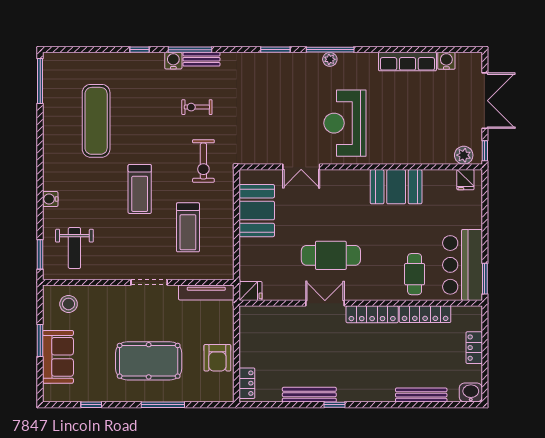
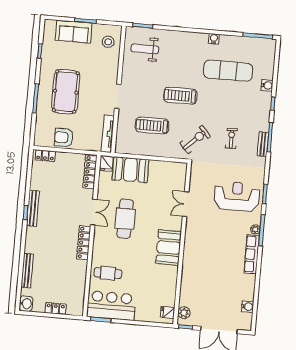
water cooler: (173, 61) -> (267, 85), moved
row of seats: (407, 62) -> (252, 254), moved
reception desk: (345, 123) -> (237, 196), moved
exercise bike: (203, 161) -> (195, 140), turned 137
booth: (396, 187) -> (169, 247), moved
water cooler: (50, 199) -> (214, 39), moved
booth: (257, 211) -> (130, 170), moved
locker: (425, 314) -> (90, 172), moved
bench: (309, 395) -> (33, 208), moved

